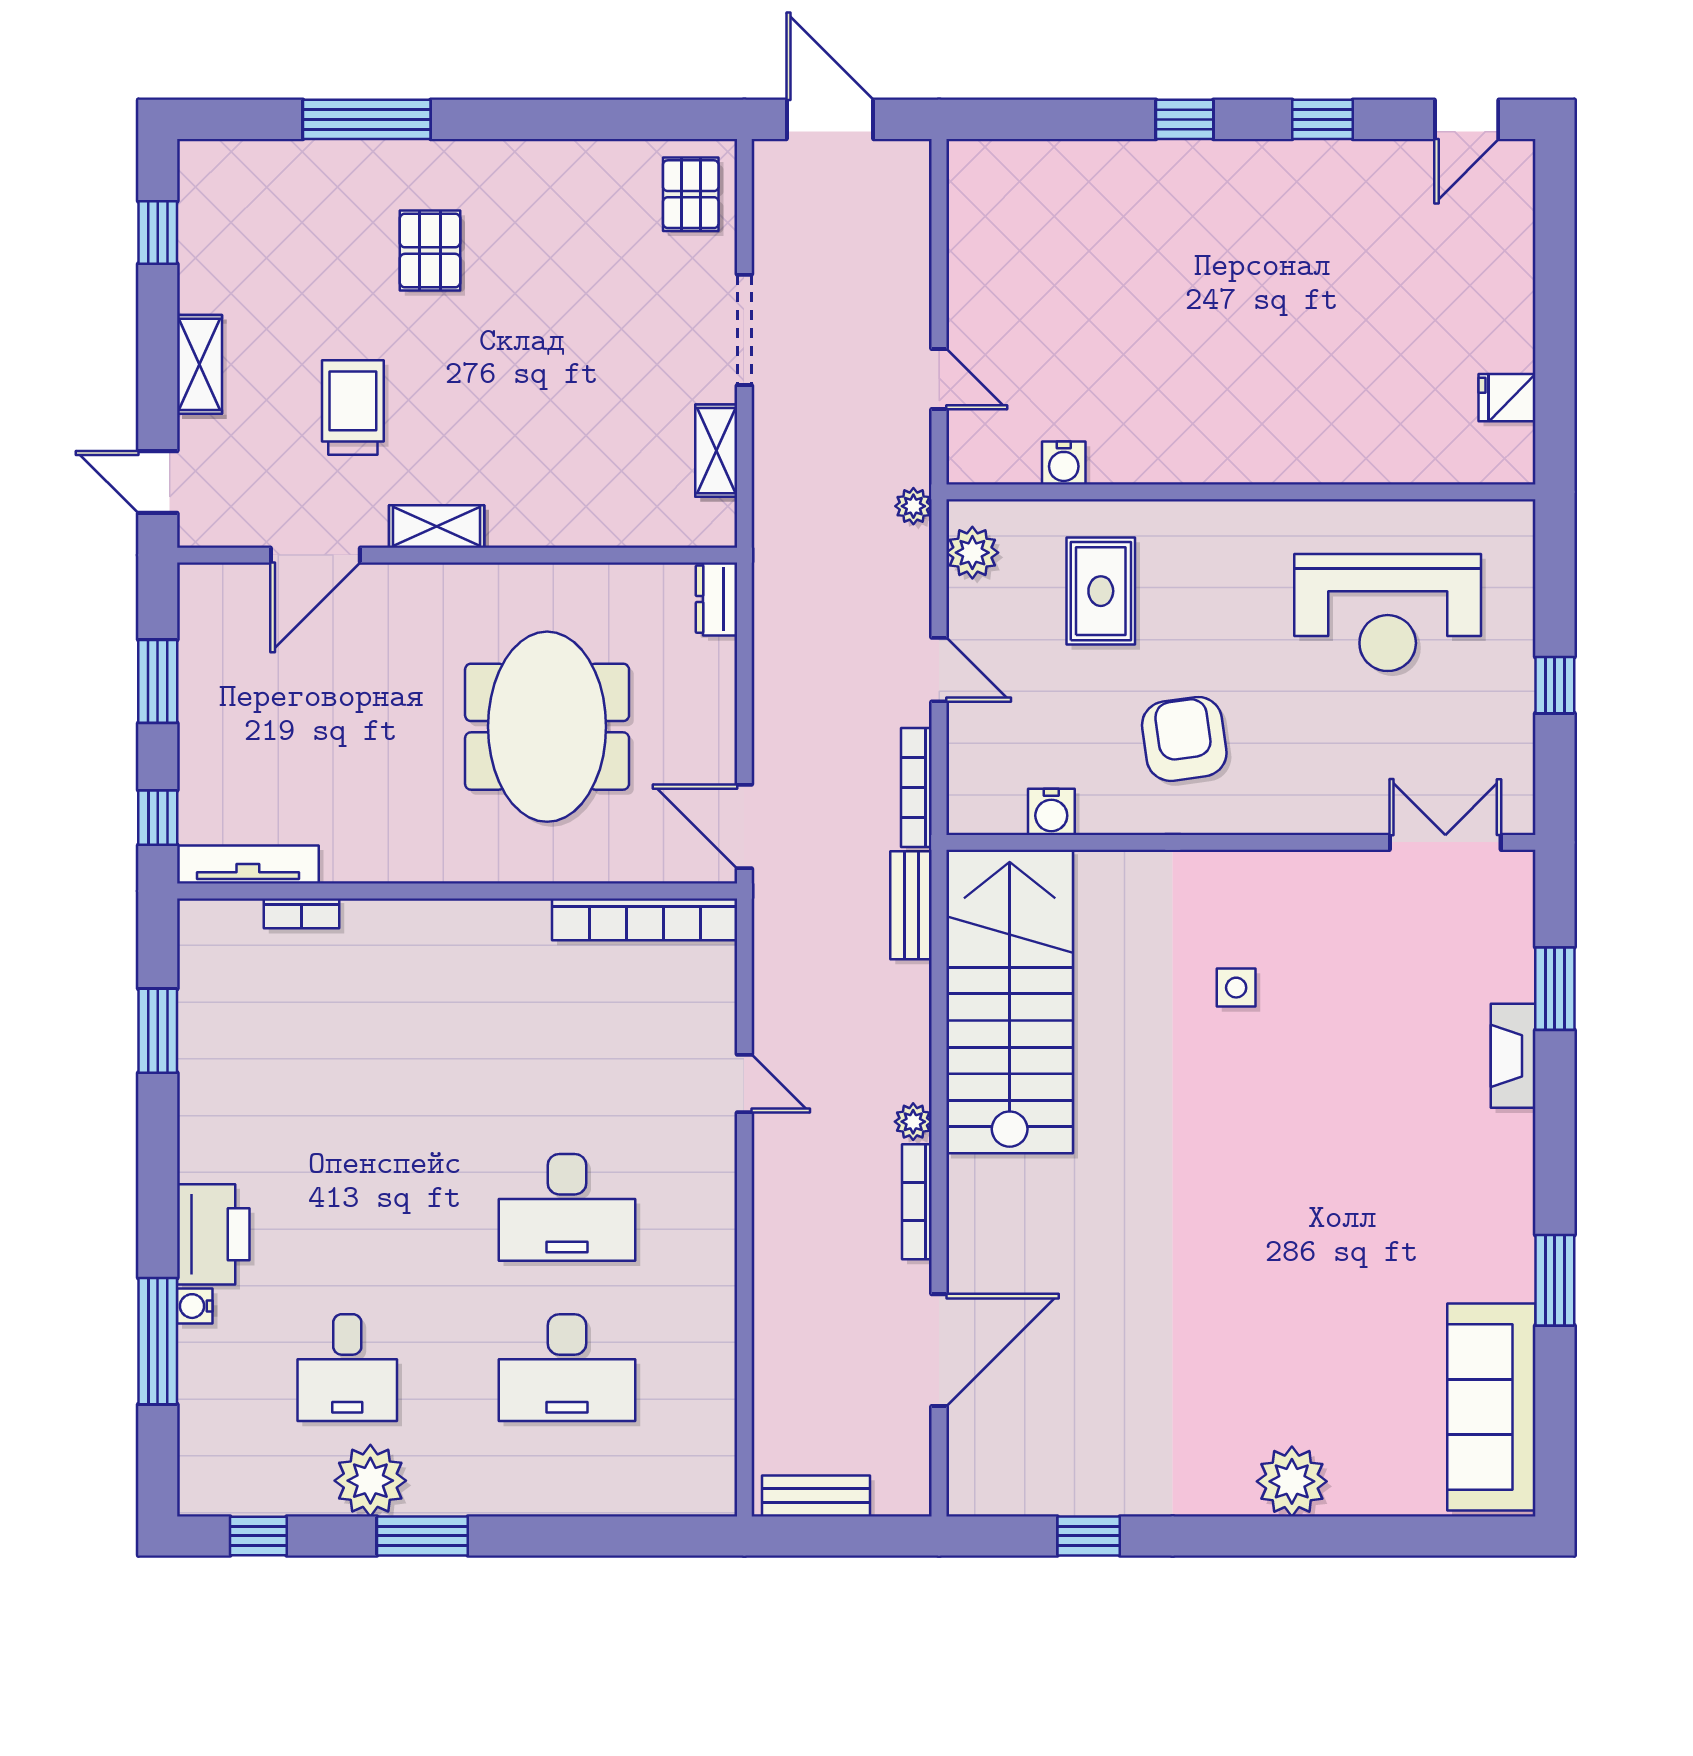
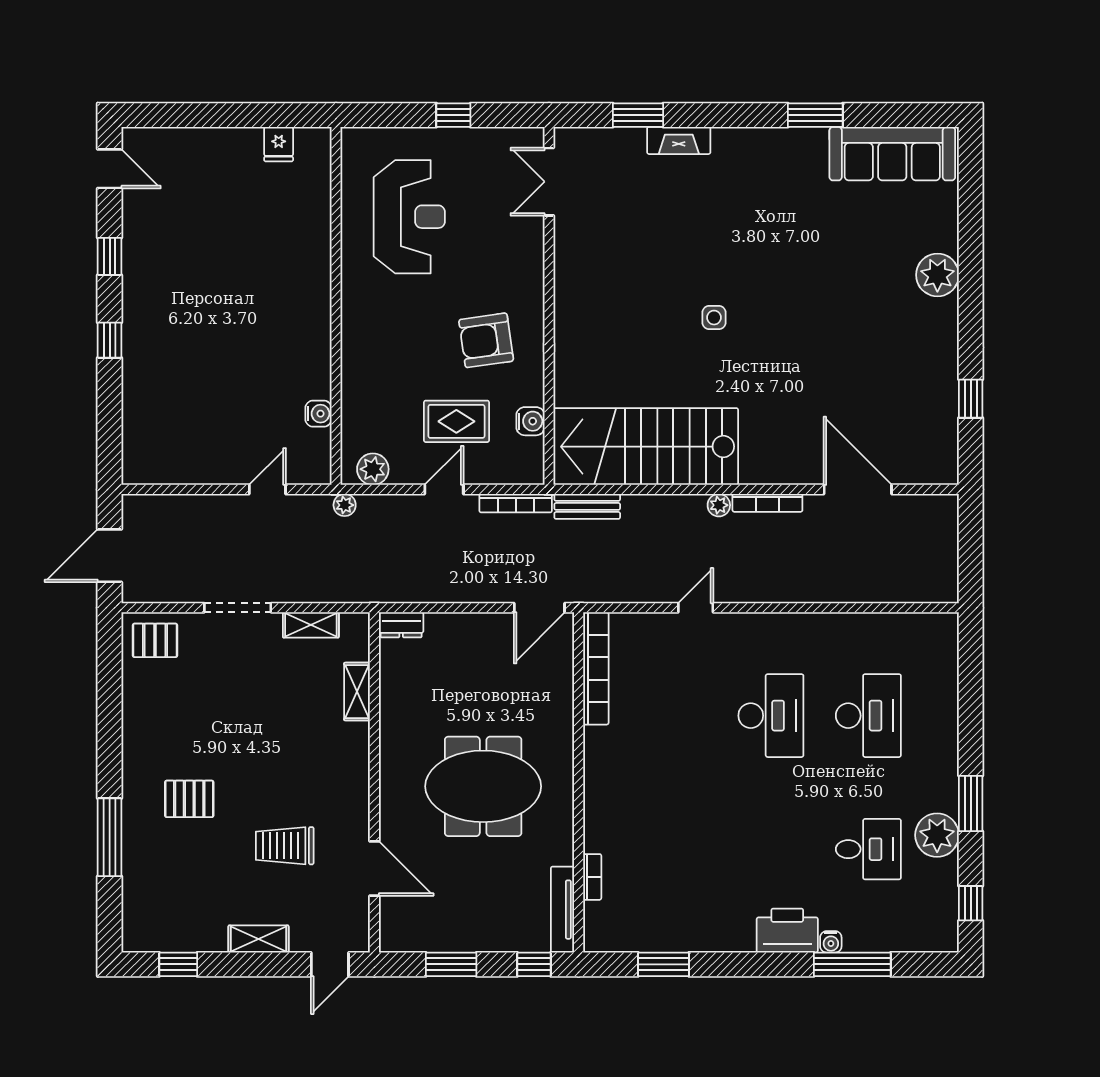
shelving: (437, 526) -> (357, 692), moved
rug: (1101, 591) -> (456, 421), moved
meeting table: (547, 727) -> (483, 786), moved
side table: (1236, 988) -> (714, 318), moved
bench: (816, 1496) -> (946, 564), removed

